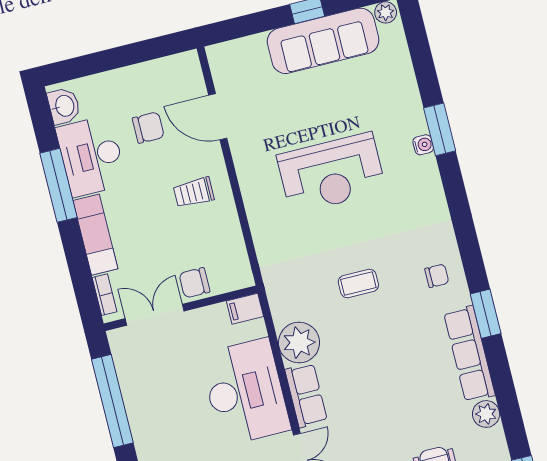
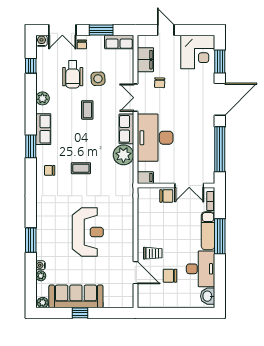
plant: (402, 64) -> (41, 276), added
water cooler: (423, 145) -> (40, 265), moved
reception desk: (331, 173) -> (88, 232), turned 90
window: (59, 185) -> (220, 236), moved
trolley: (194, 192) -> (153, 253), moved
coffee table: (358, 283) -> (81, 168), moved
row of seats: (469, 354) -> (43, 129), width x0.68
coffee table: (392, 413) -> (87, 110), added

